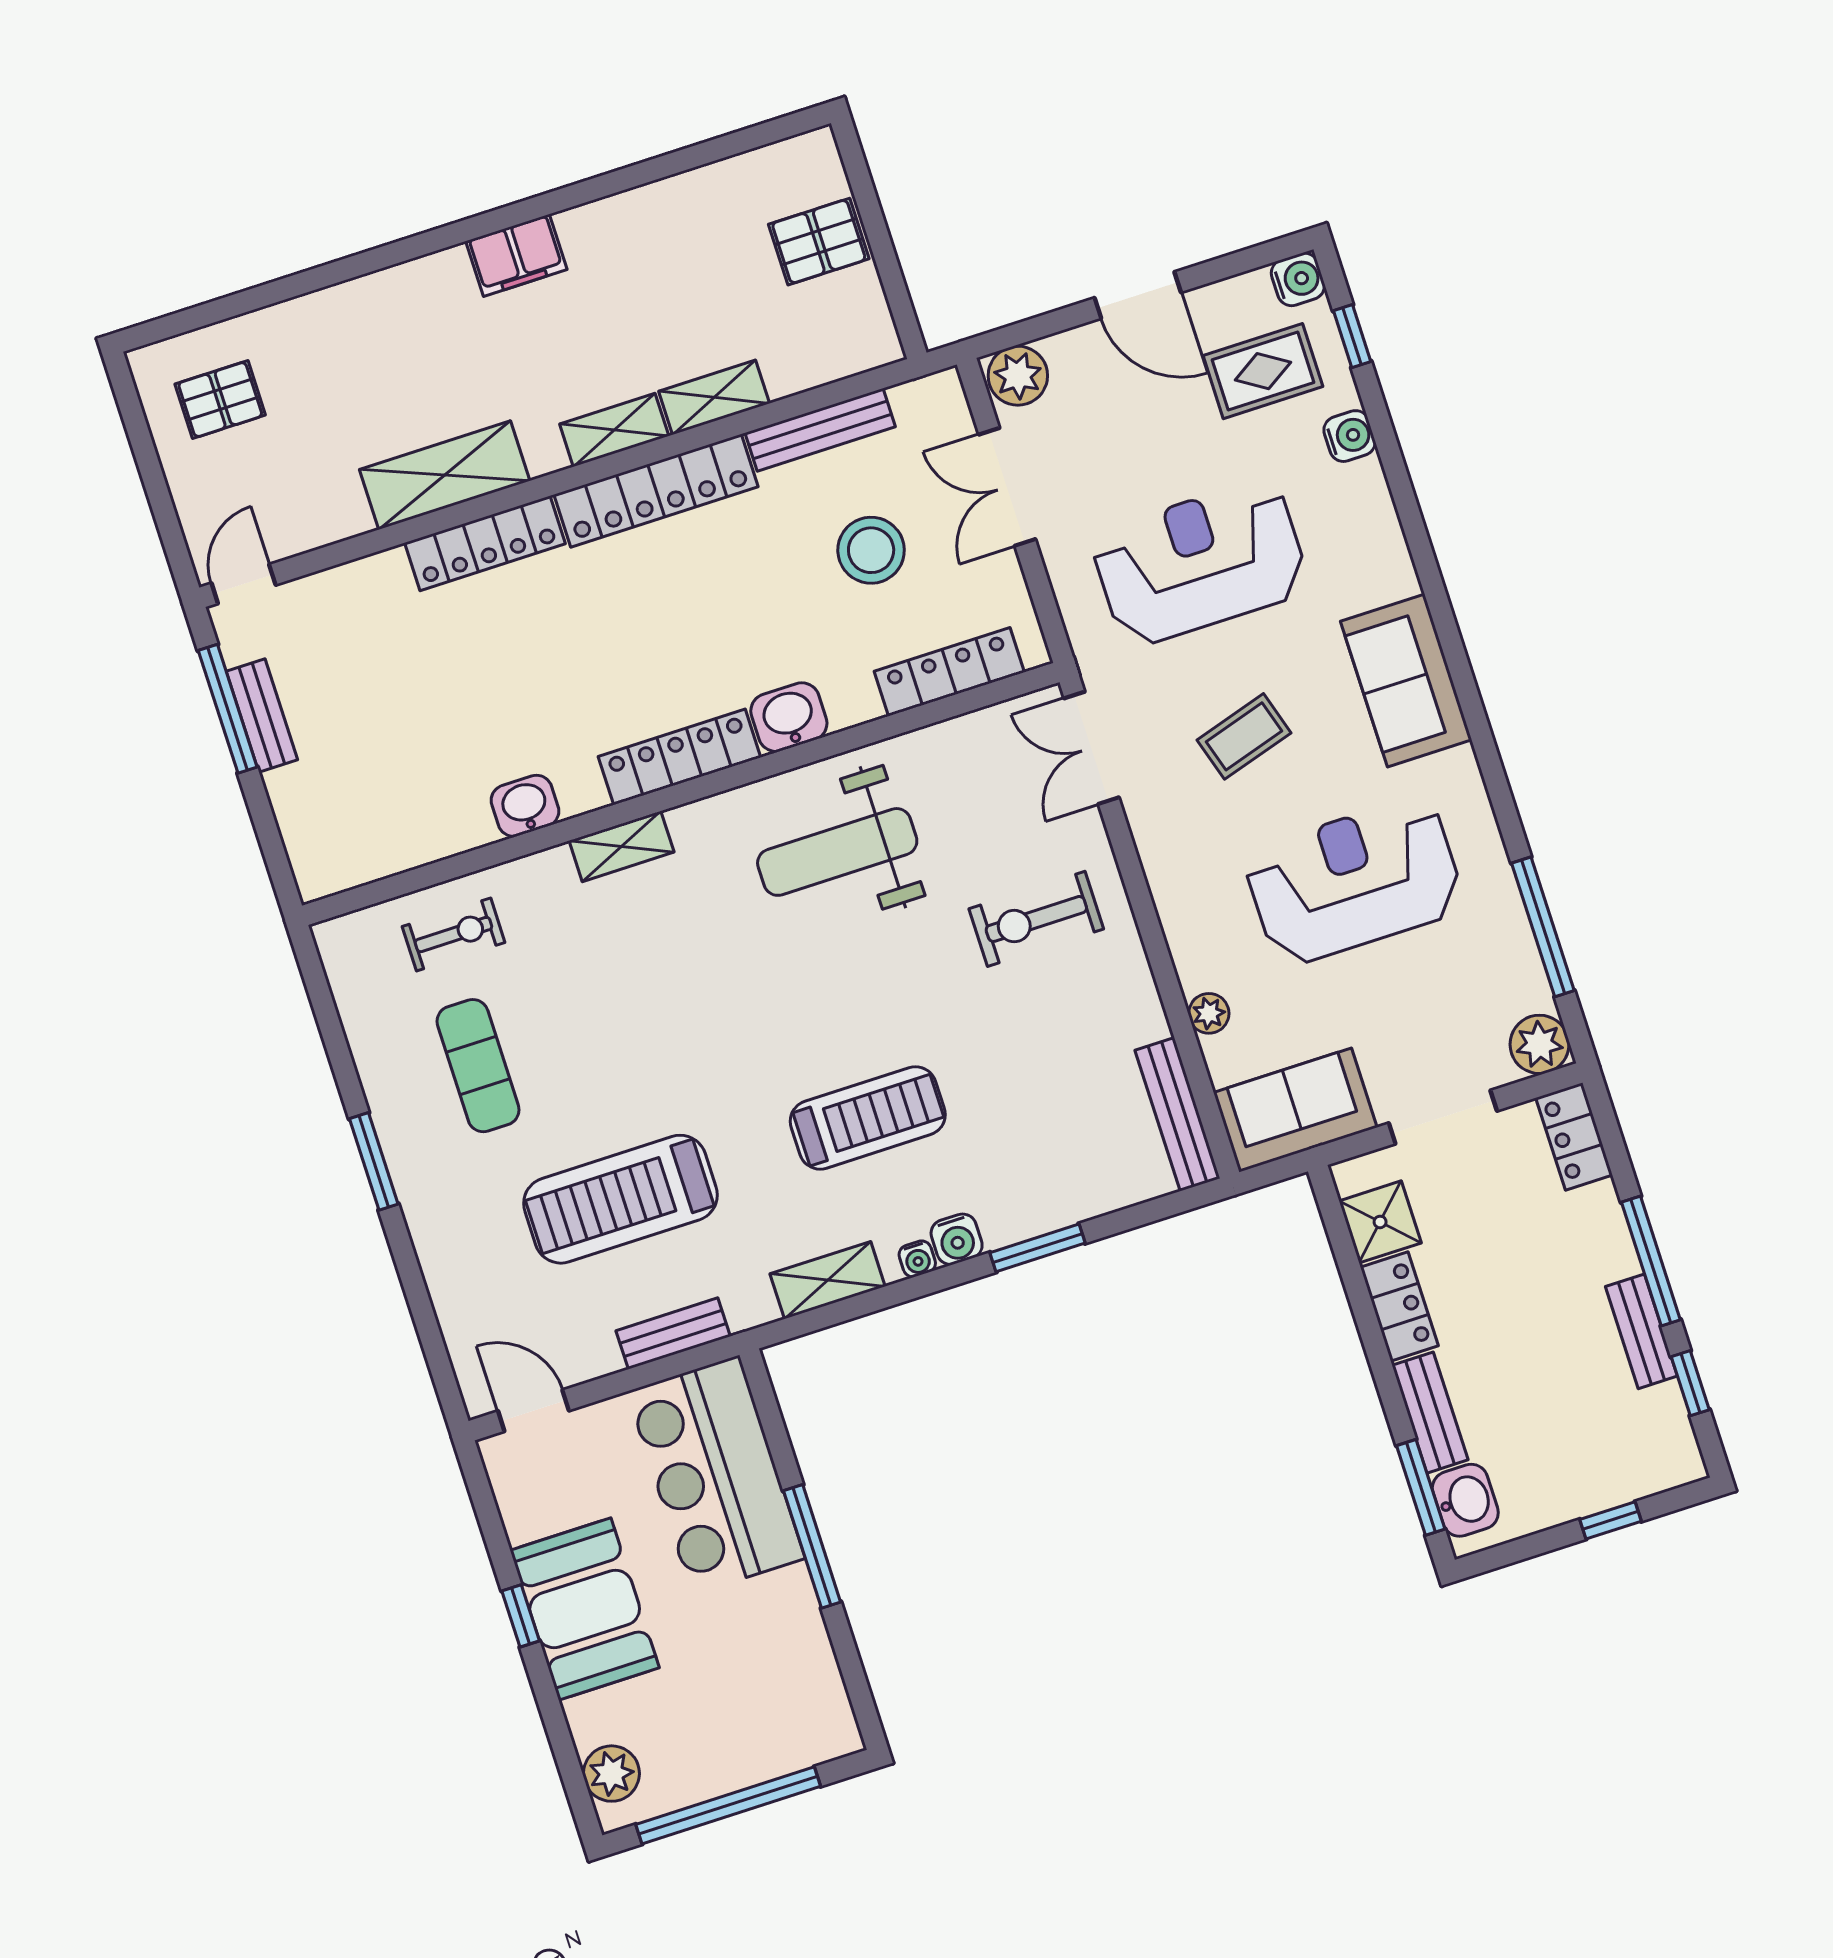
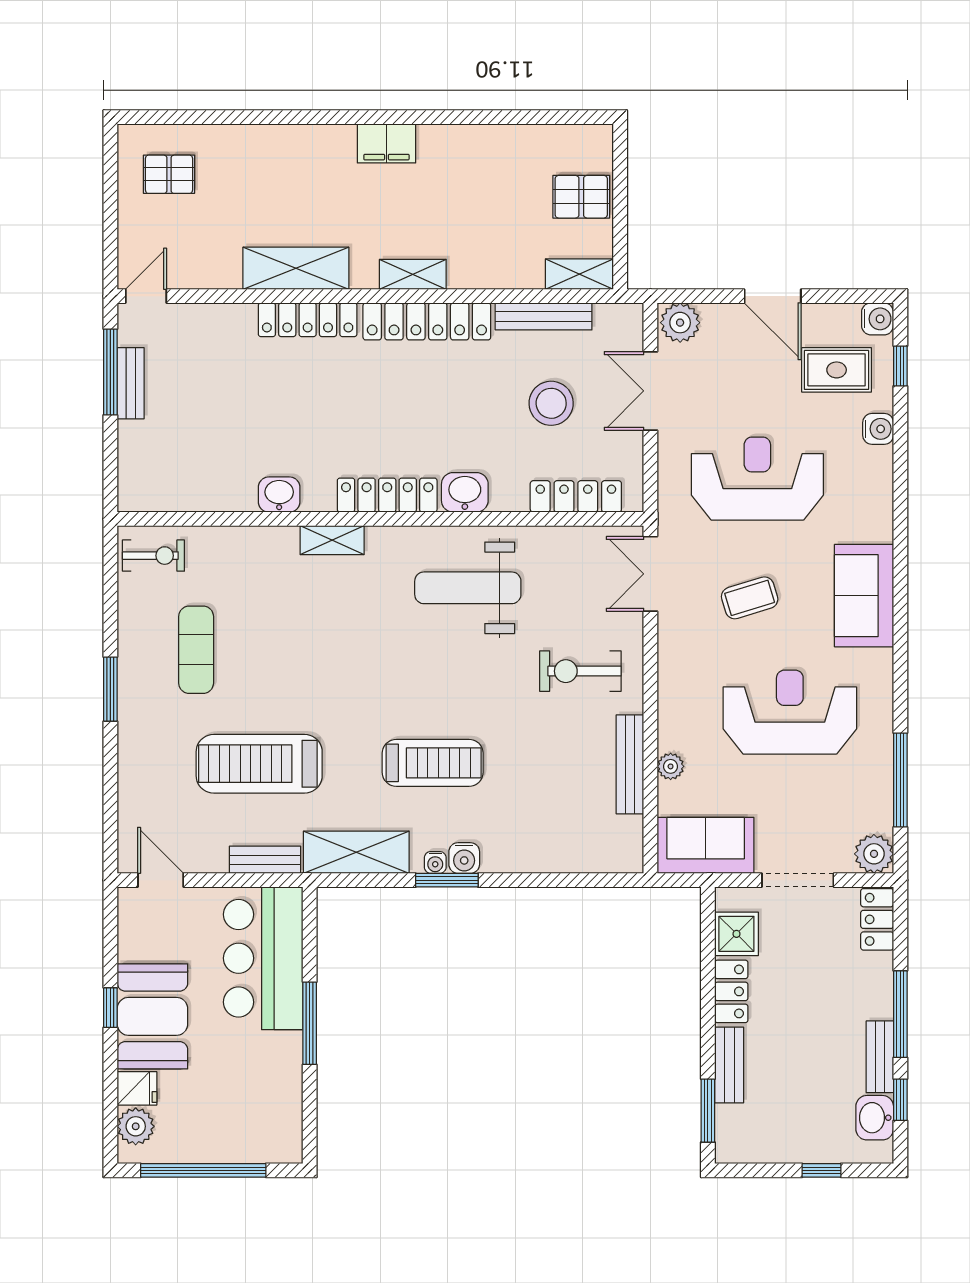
shelving: (714, 397) -> (579, 274), moved
exercise bike: (454, 935) -> (153, 556), moved
bench: (1177, 1114) -> (630, 764), moved
window: (1038, 1248) -> (447, 880), moved
shelving: (828, 1280) -> (356, 852), width x1.50, depth x1.33
washbasin: (1465, 1500) -> (875, 1118), moved, turned 180
fridge: (596, 1719) -> (137, 1088), added

